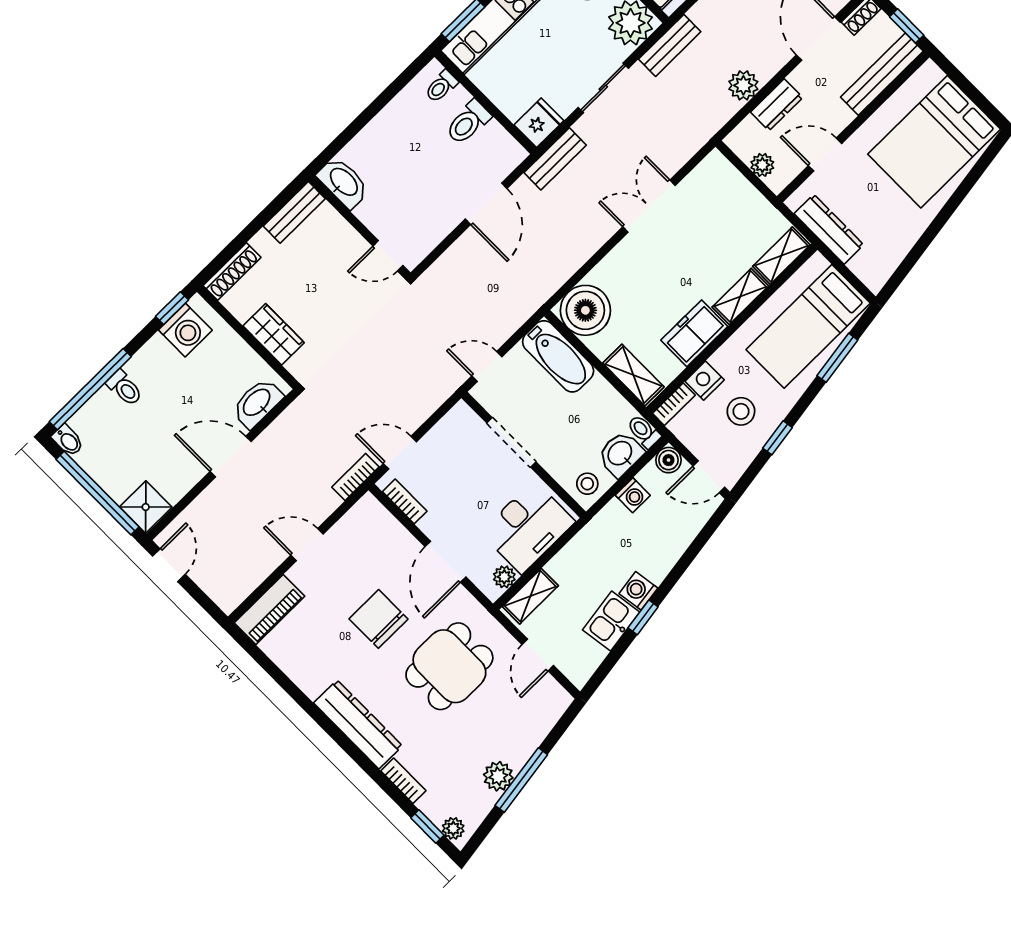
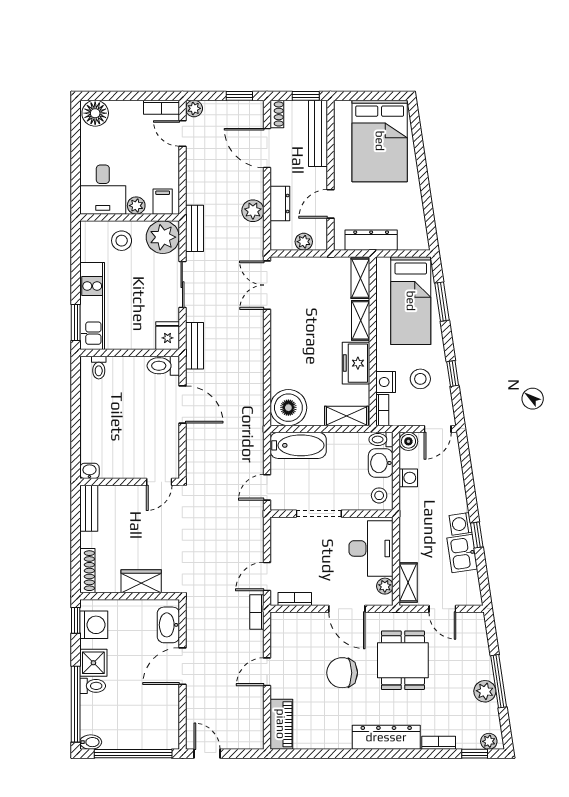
toilet: (468, 122) -> (163, 366), moved, turned 90
washbasin: (343, 182) -> (89, 471), width x0.52, depth x0.69
double door: (649, 206) -> (267, 285), moved
shower: (146, 507) -> (93, 663), moved

